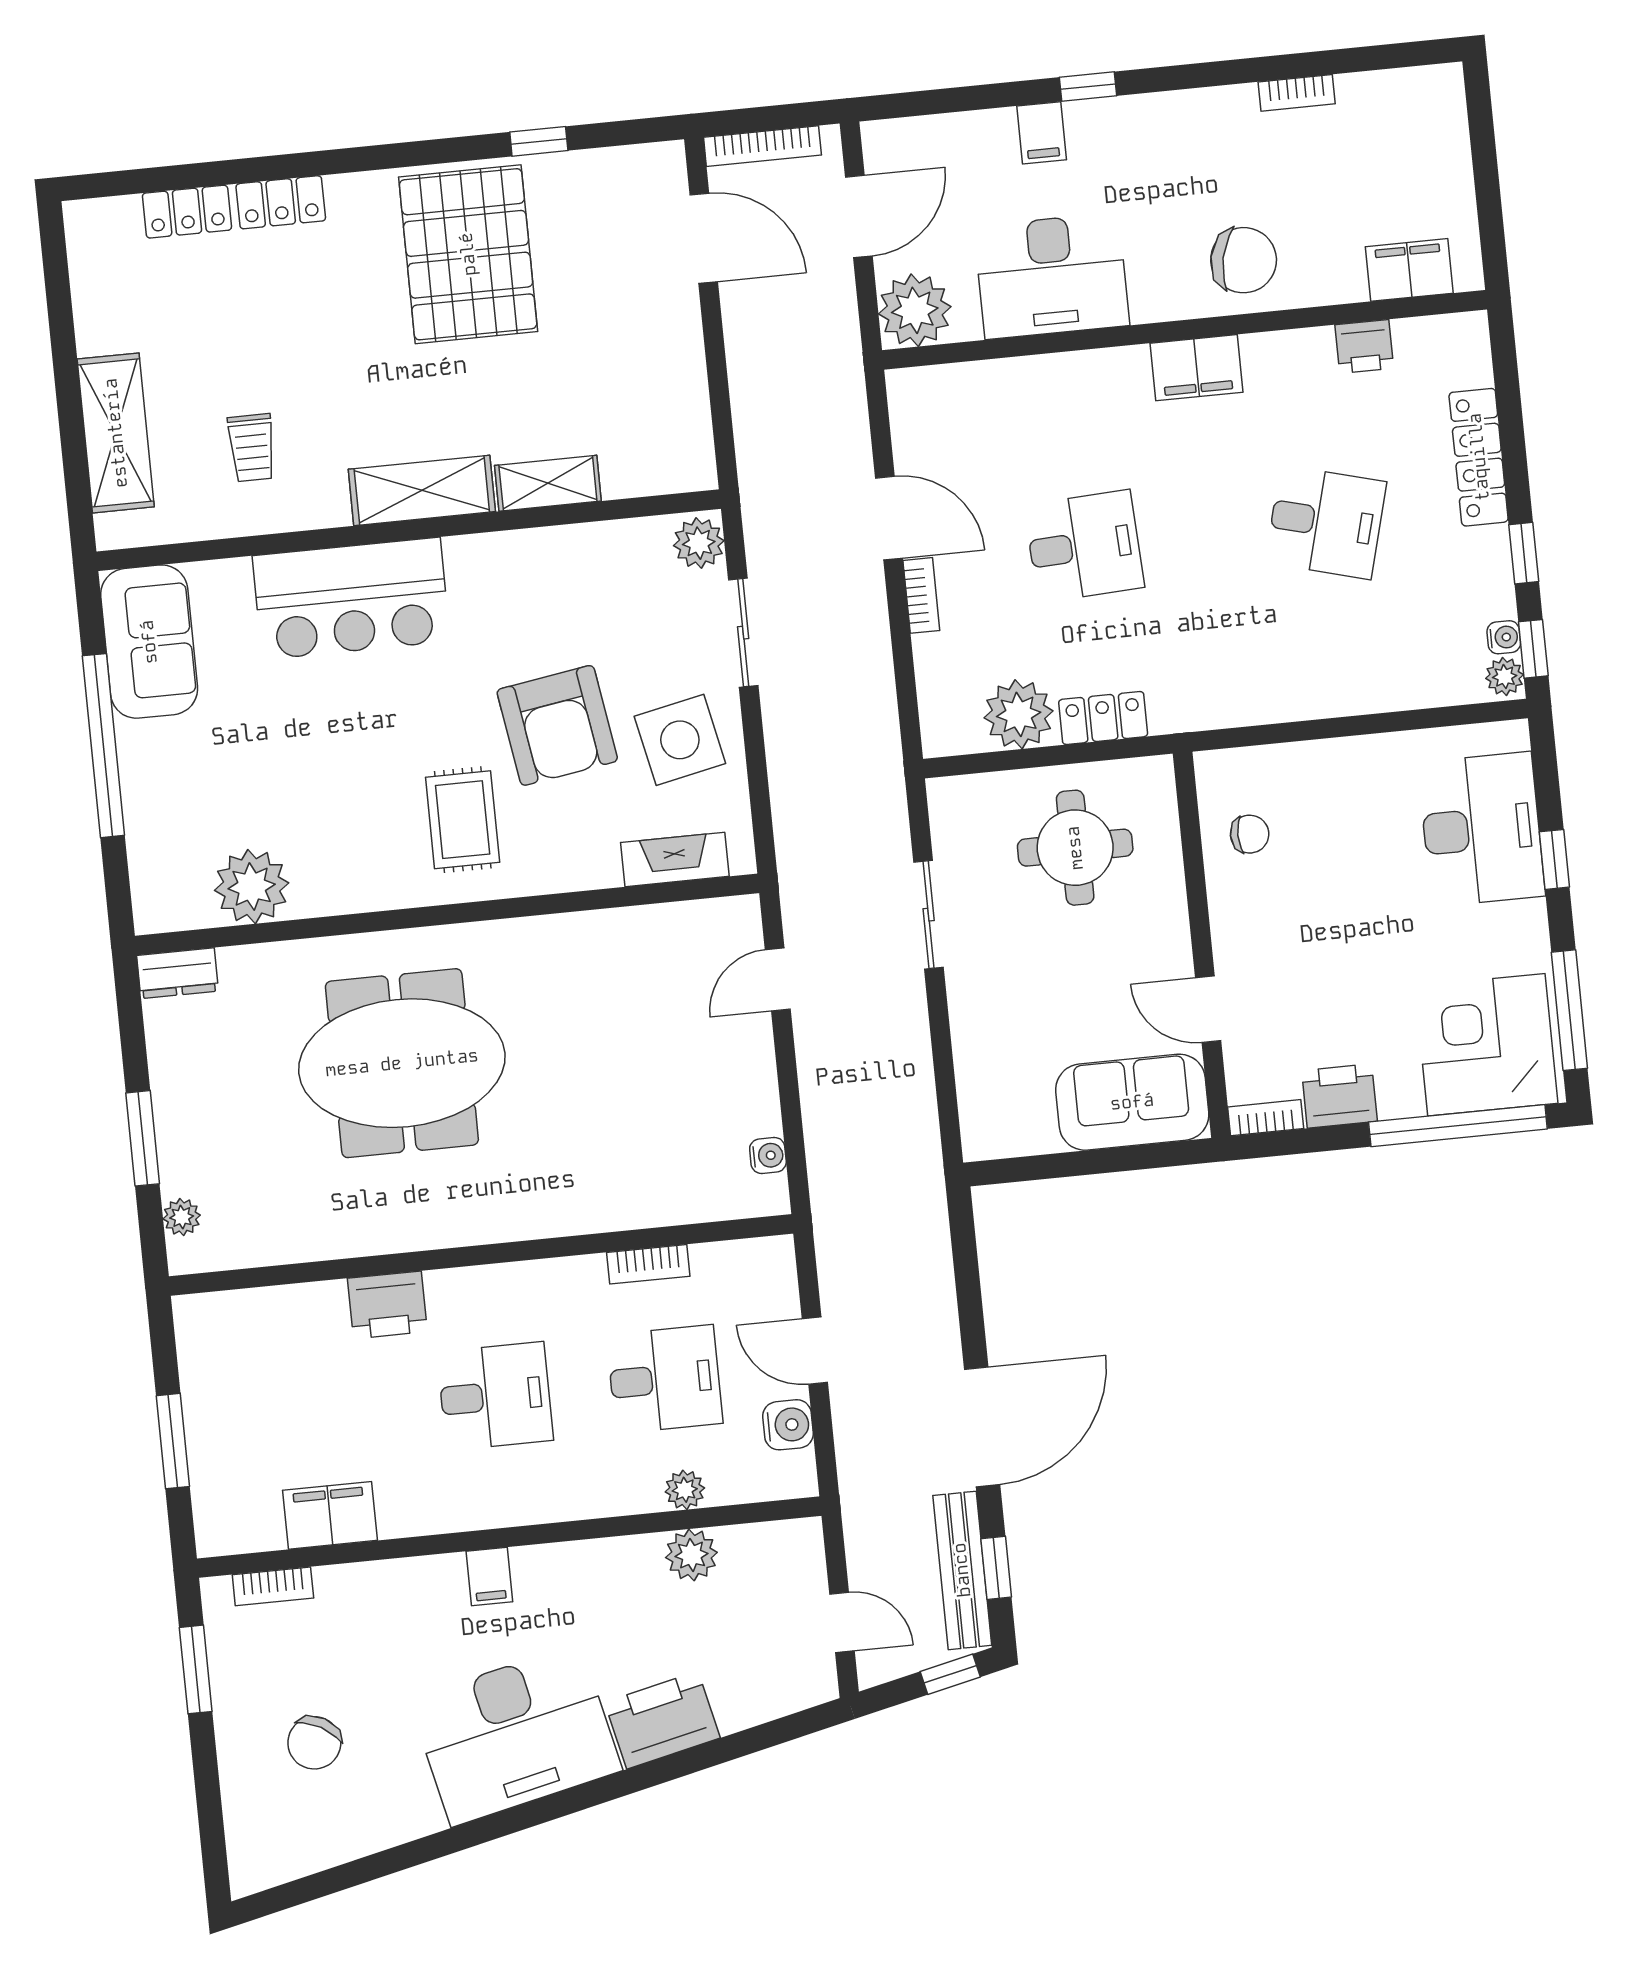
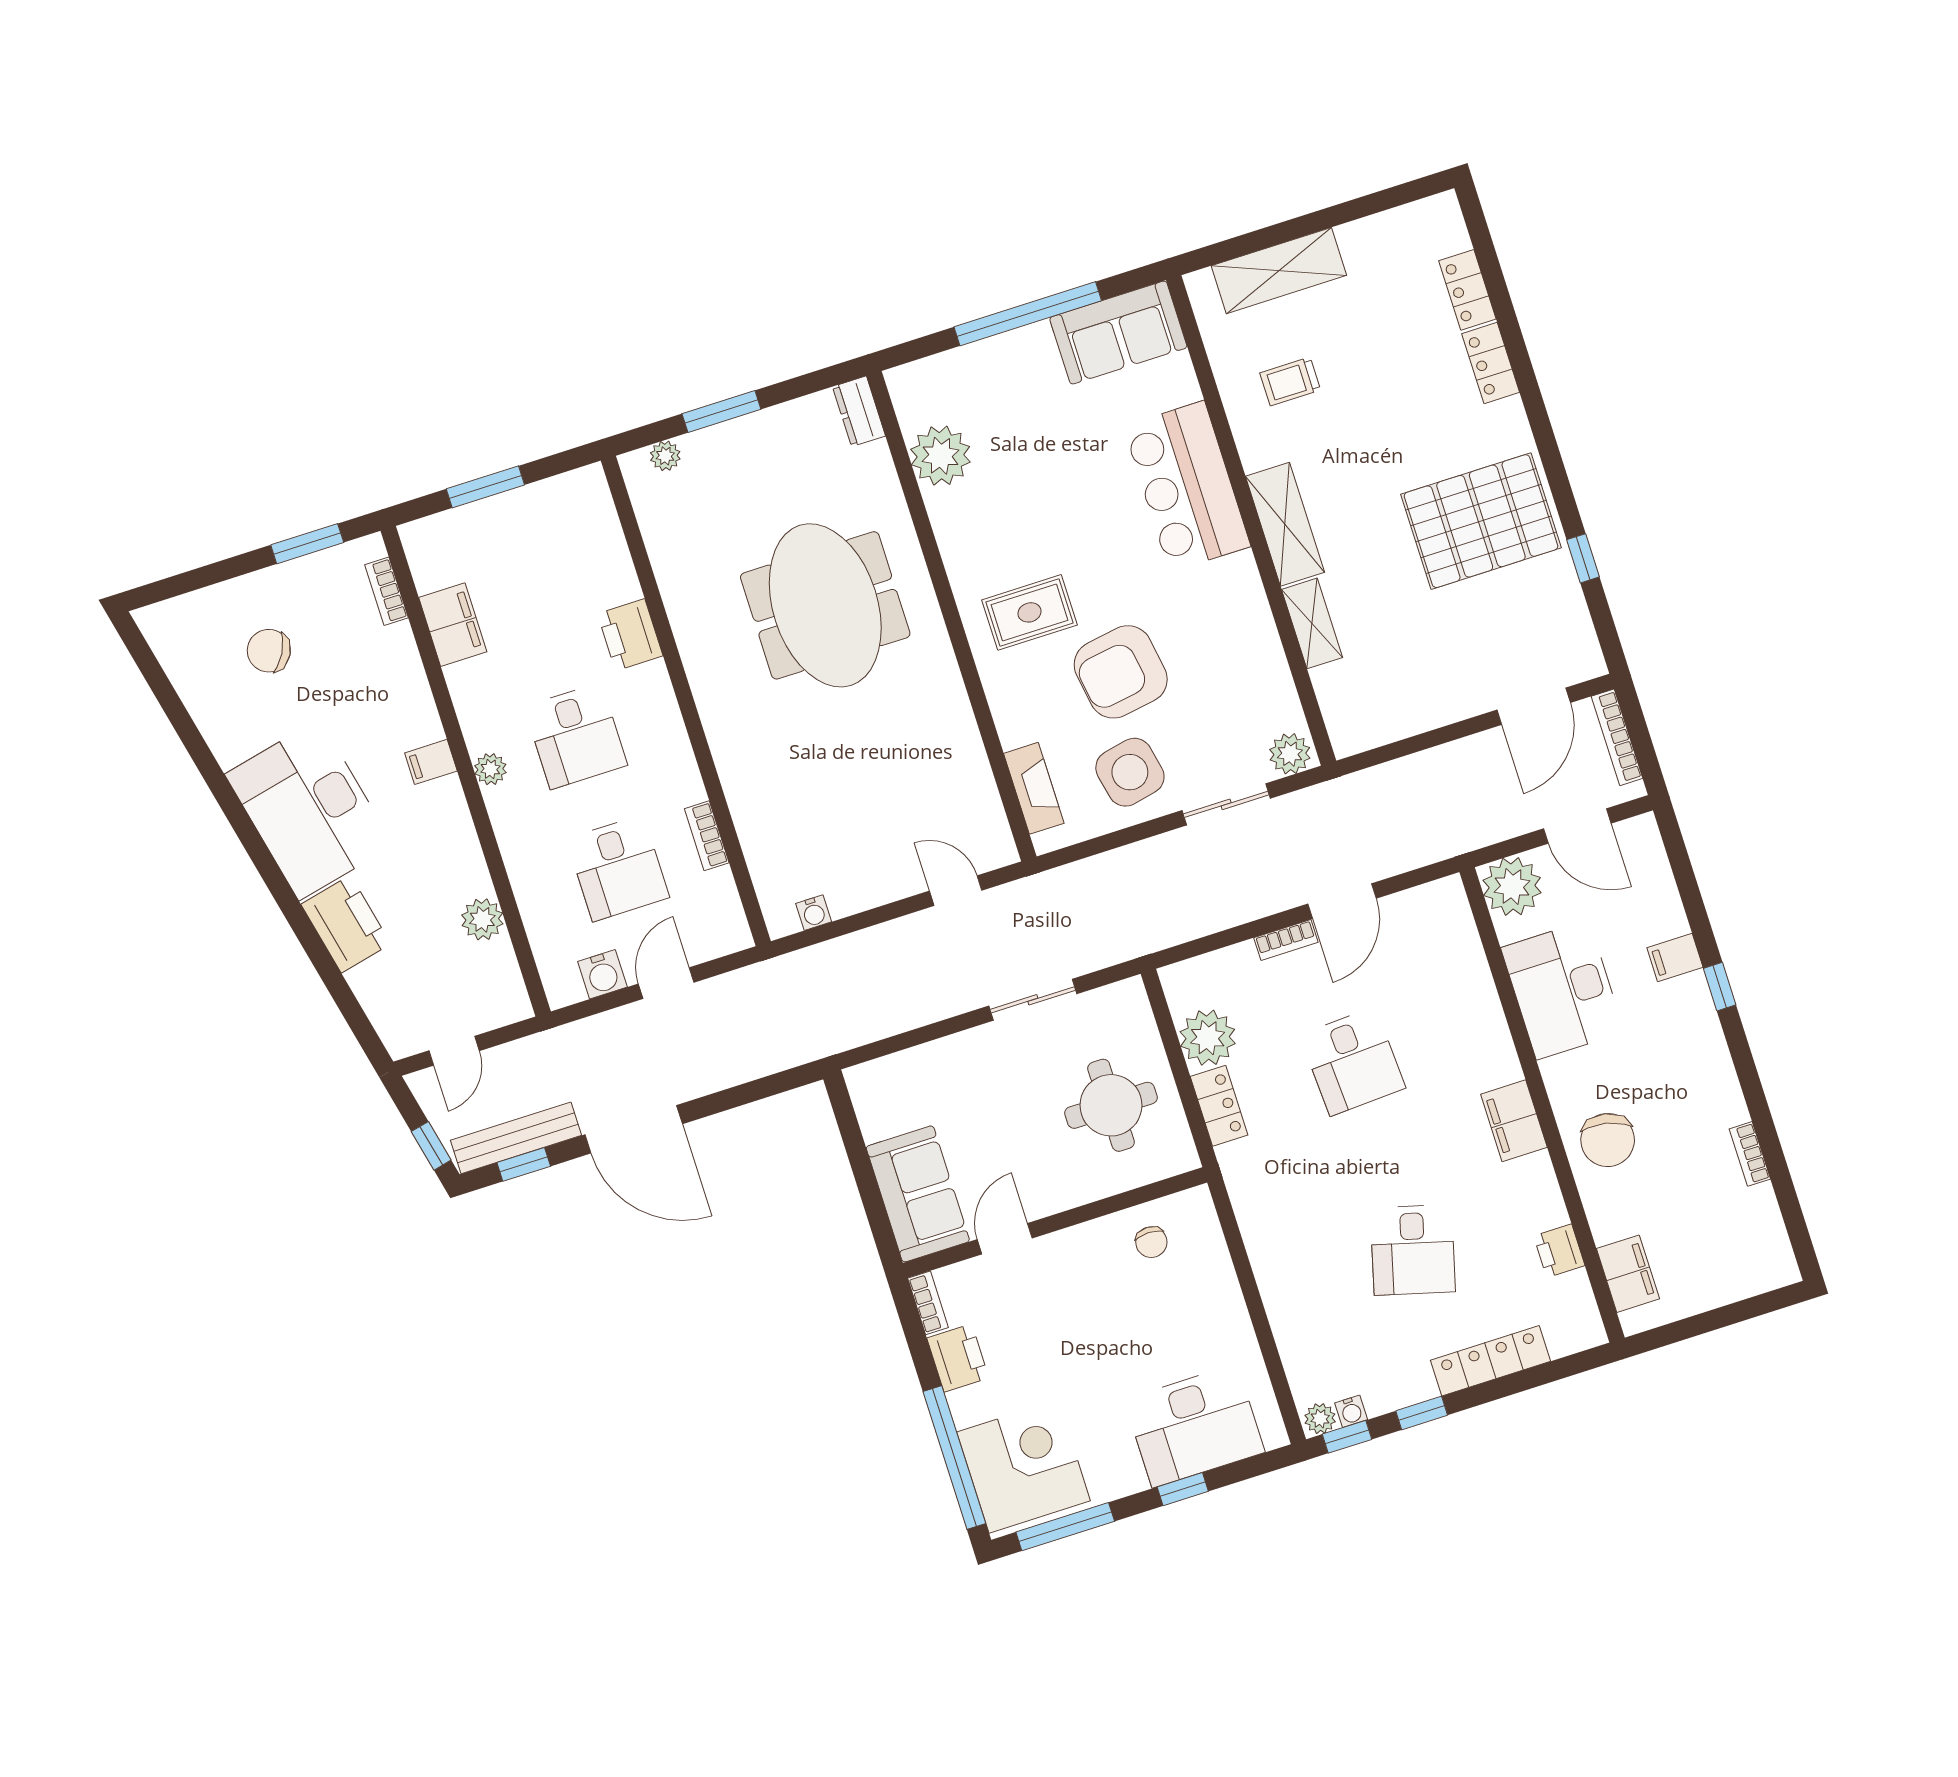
plant: (685, 1490) -> (490, 769), moved

